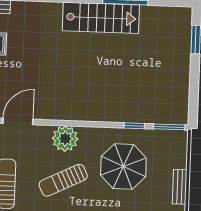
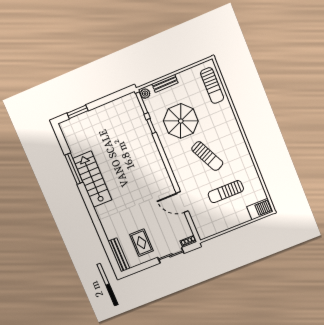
plant: (65, 139) -> (145, 94), moved, width x0.53, depth x0.53
bench: (180, 187) -> (165, 83), moved

